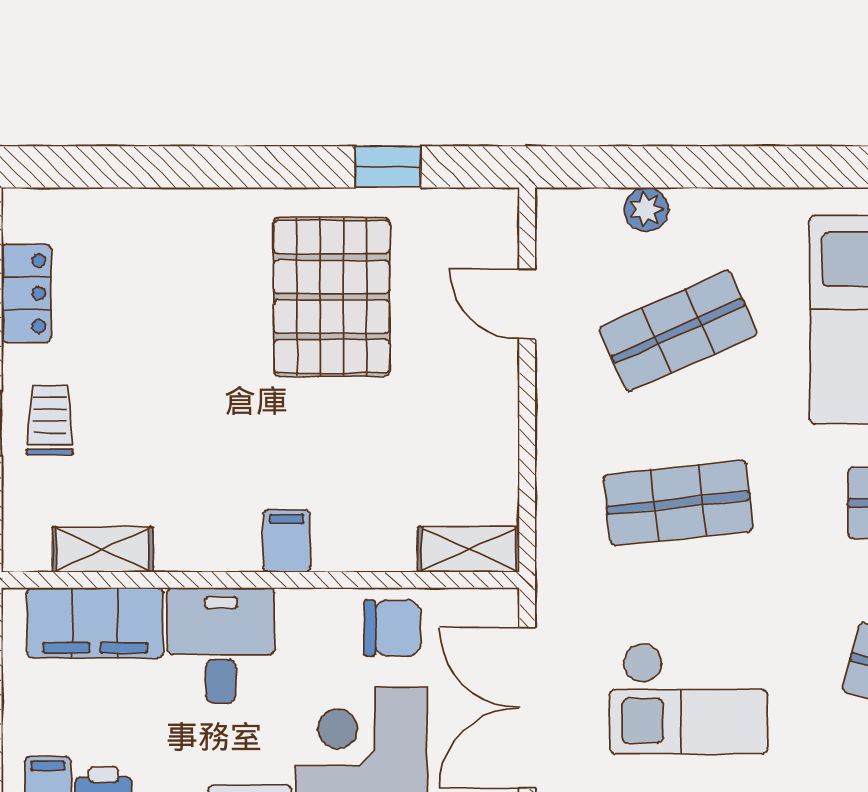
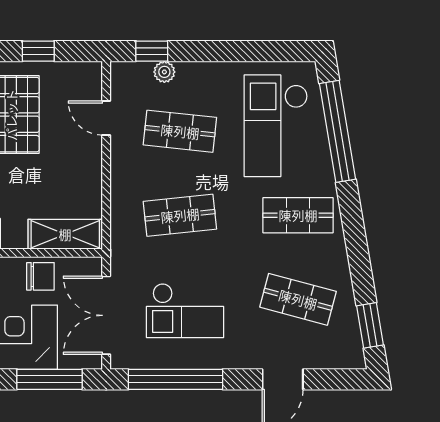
window: (620, 167) -> (152, 51), added
shop shelf: (678, 331) -> (180, 131), turned 30
shelving: (469, 549) -> (65, 234), width x1.50, depth x1.33

